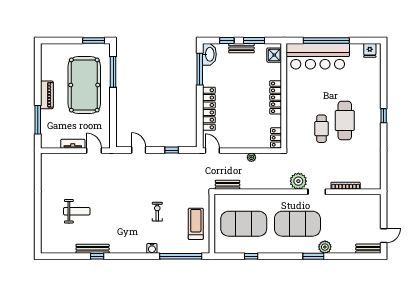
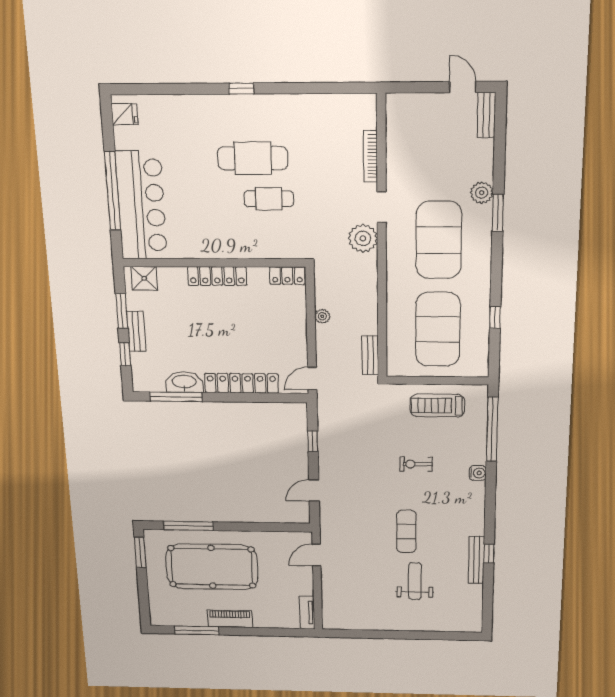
washbasin: (209, 54) -> (184, 382), moved
window: (38, 120) -> (197, 630), moved
tv unit: (73, 144) -> (307, 613), moved
exercise mat: (111, 206) -> (406, 531), added

